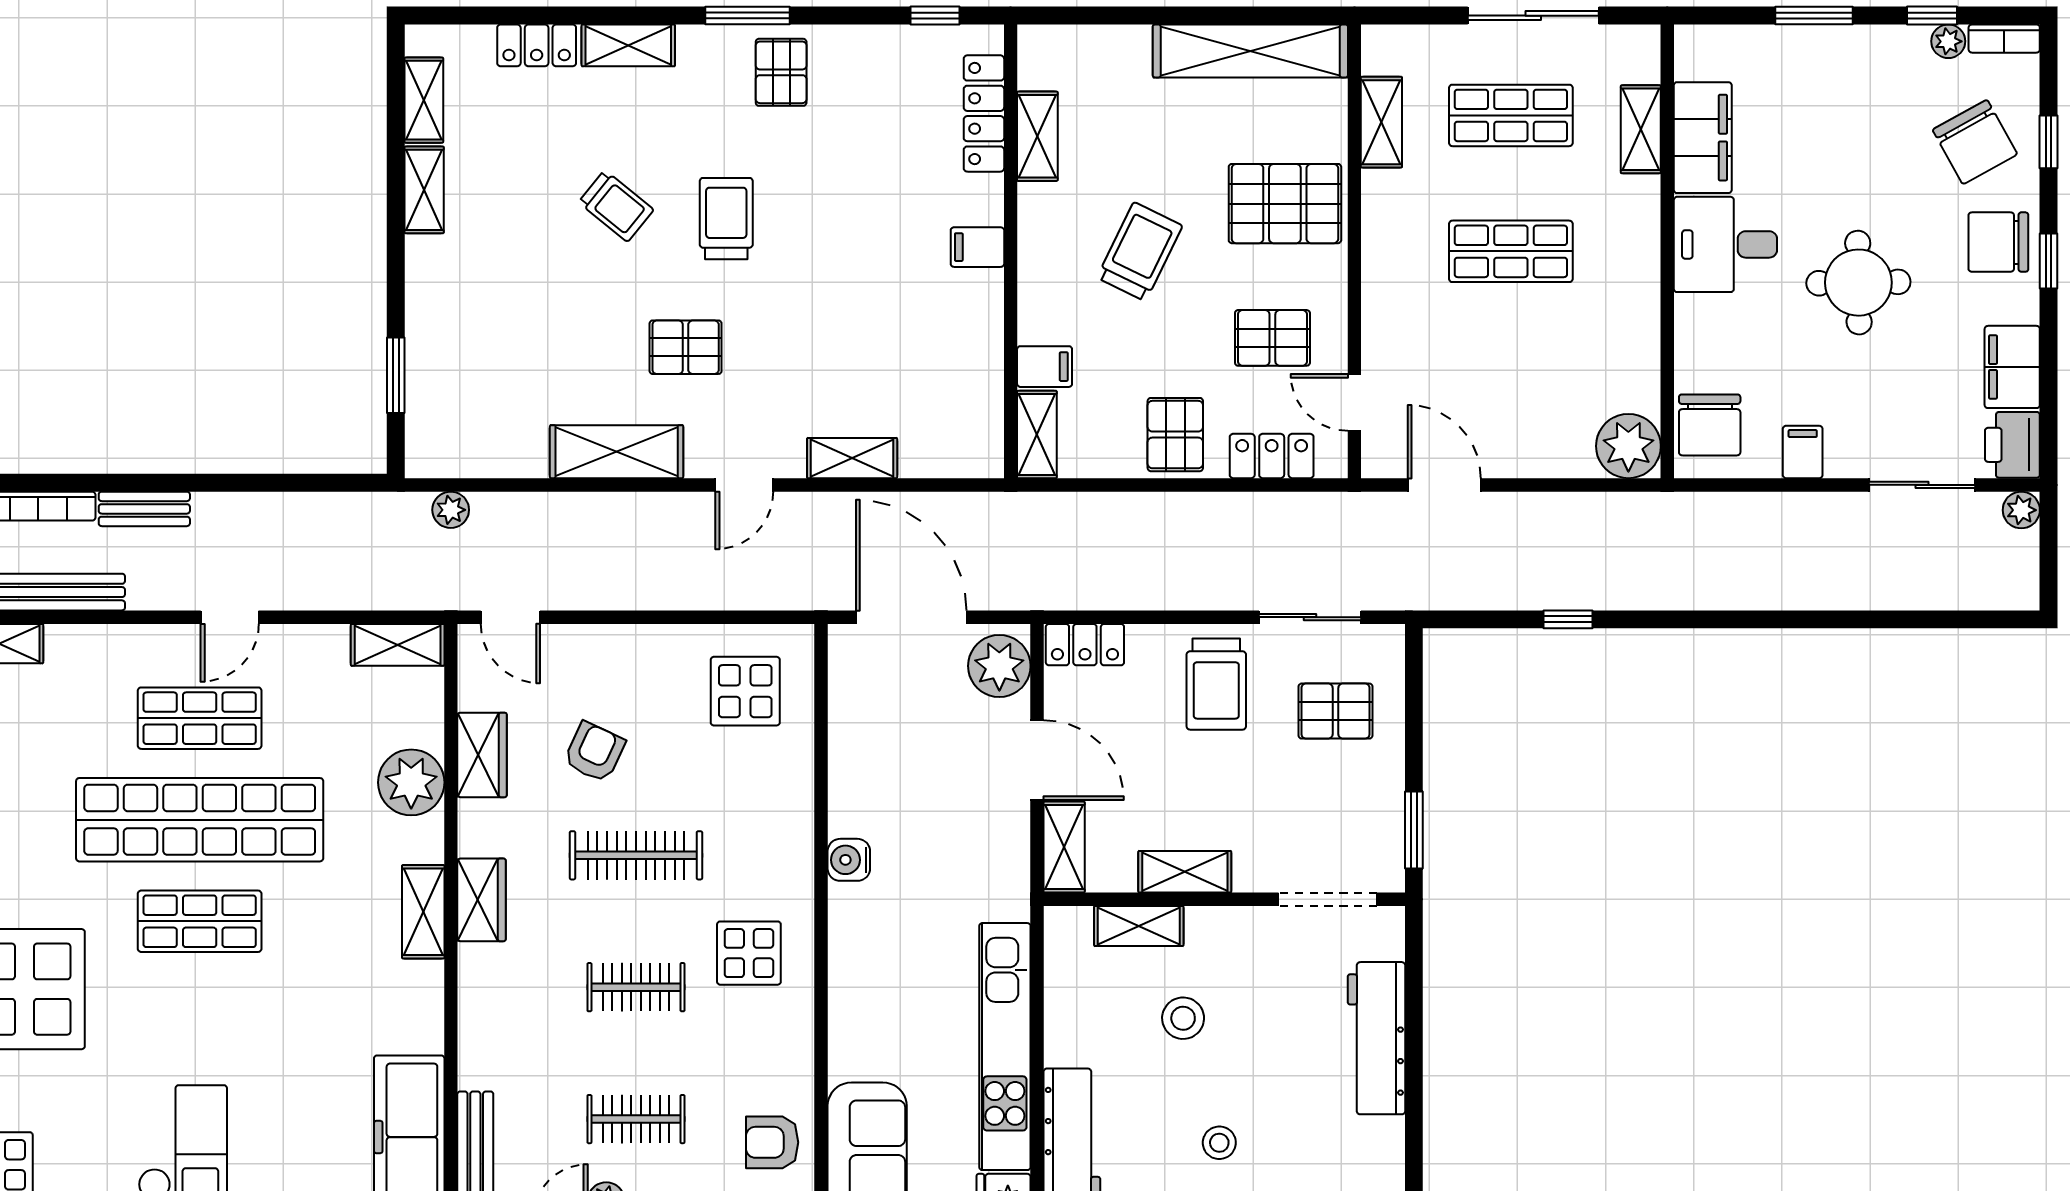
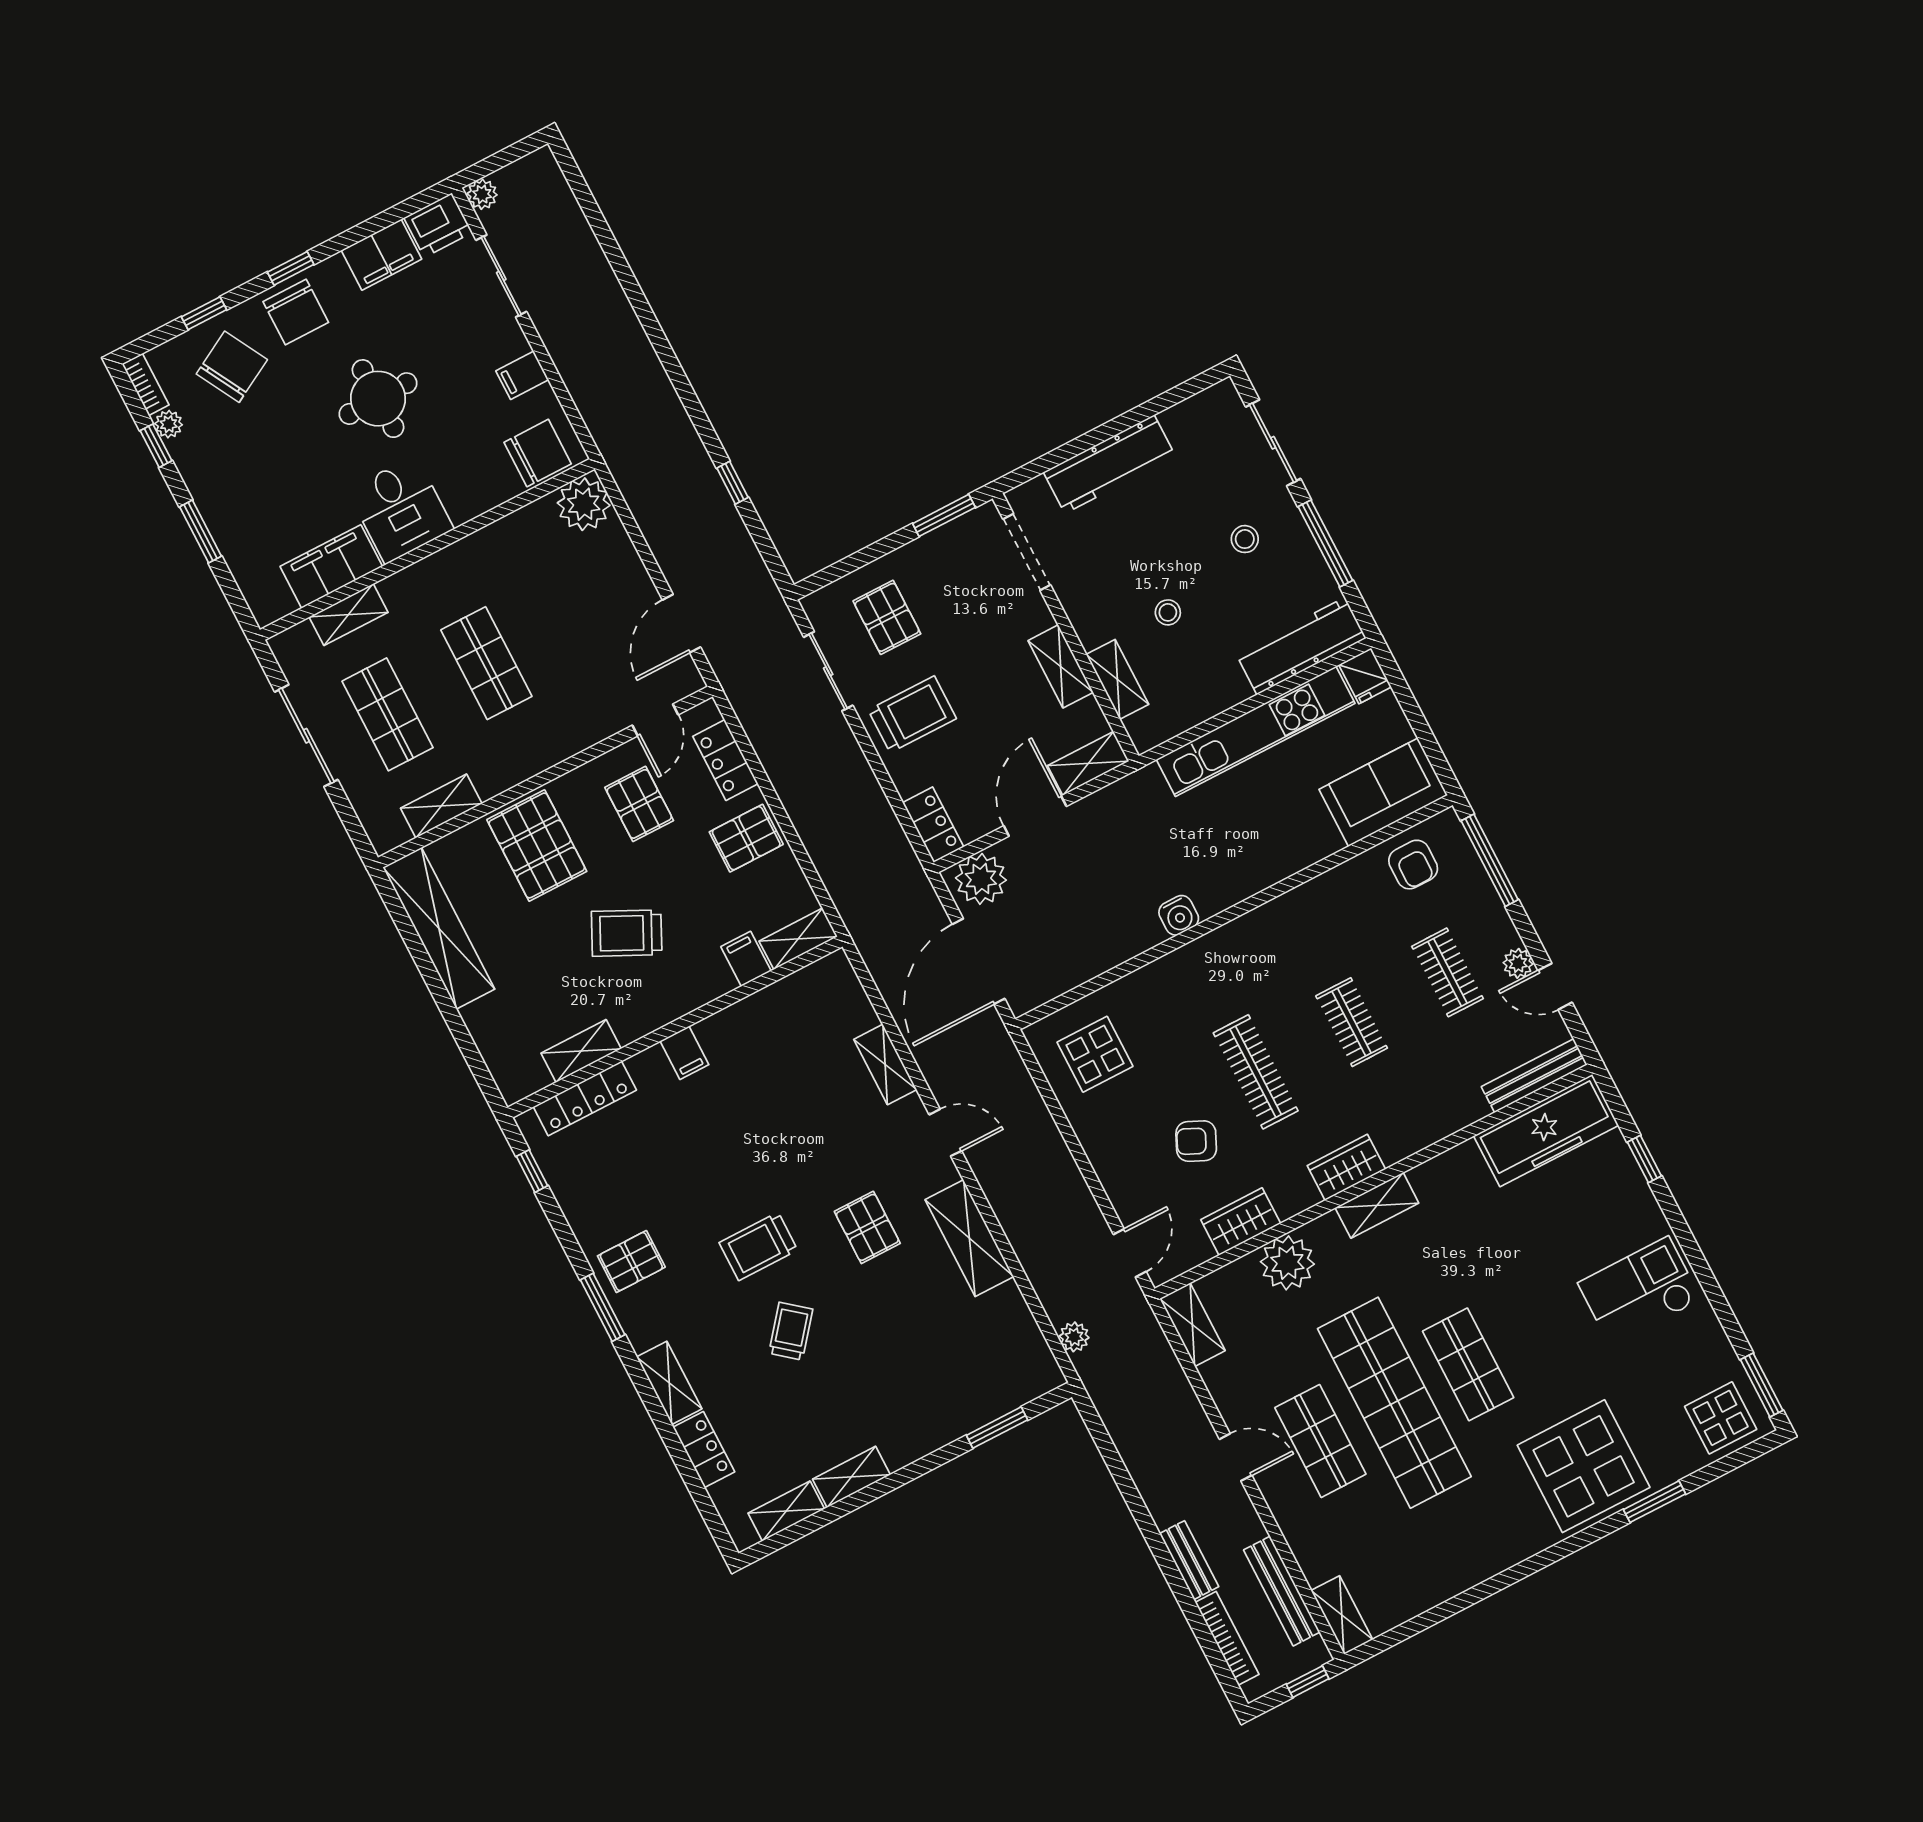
display table: (749, 953) -> (1284, 953), removed
stool: (1183, 1018) -> (1168, 612), width x0.73, depth x0.73

